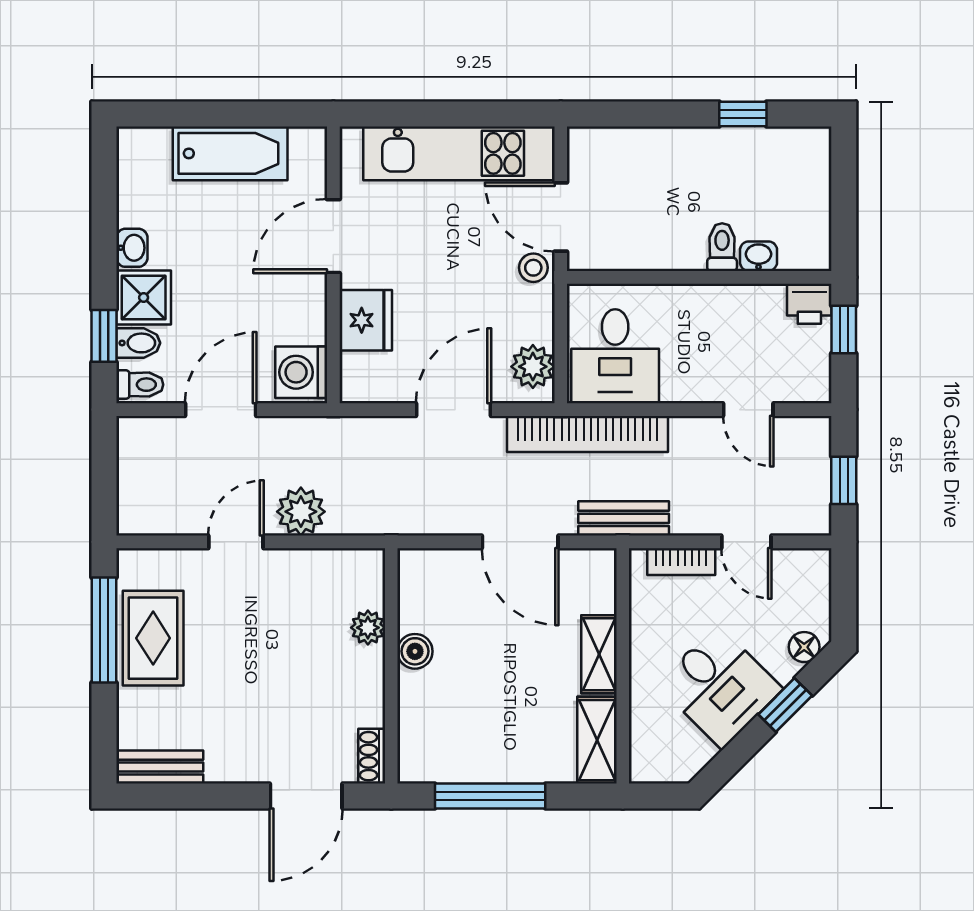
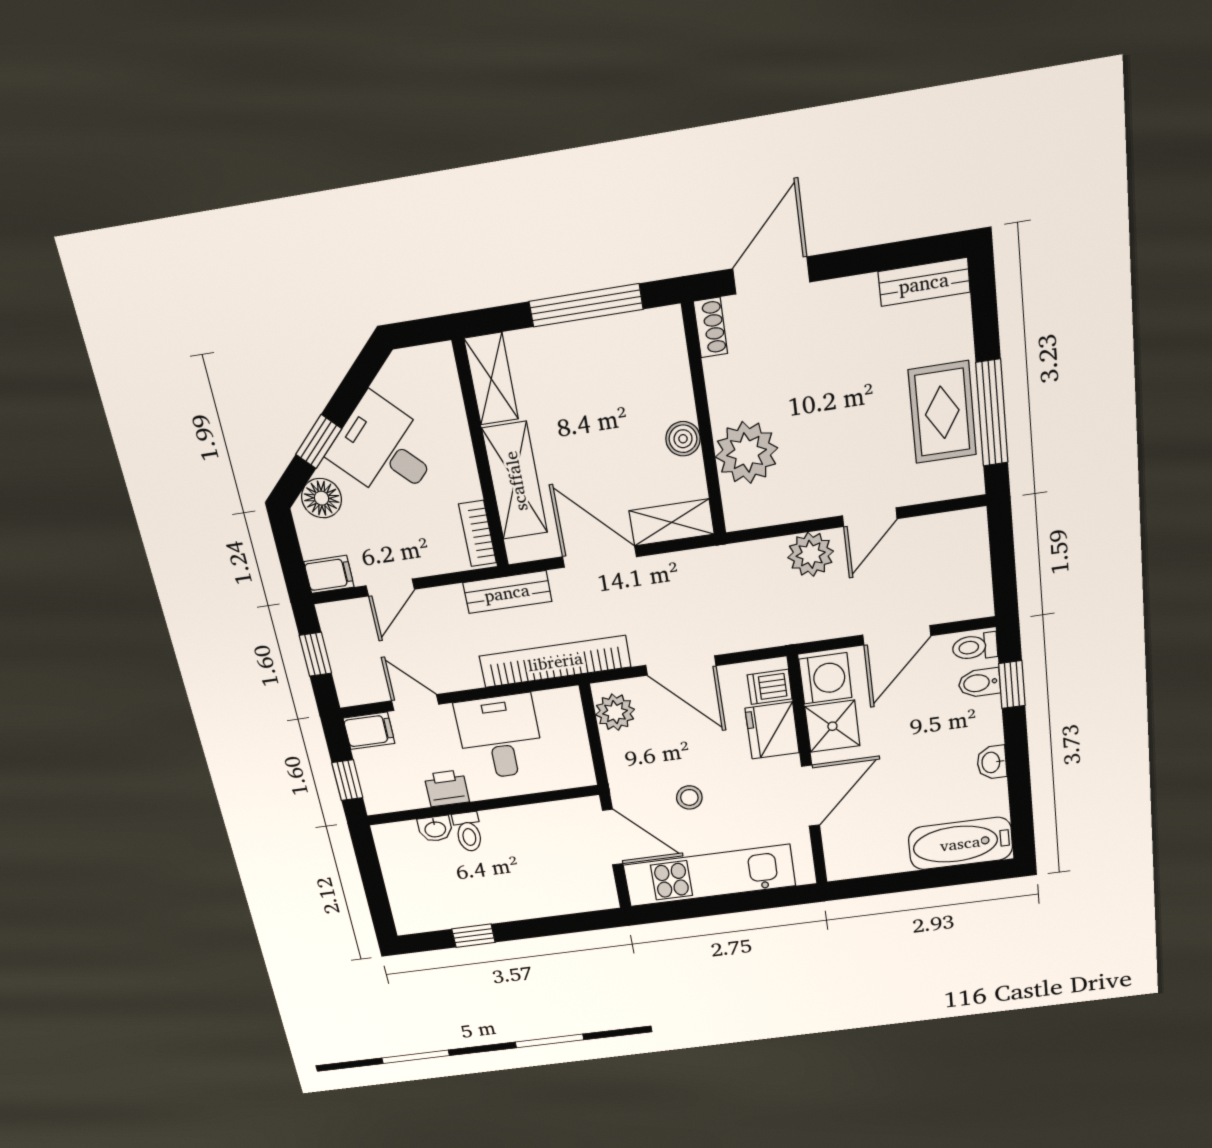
bathtub: (230, 153) -> (960, 843), moved
stool: (533, 268) -> (689, 797), moved
shower: (144, 298) -> (832, 726), moved
printer: (809, 304) -> (447, 788), moved
desk: (615, 356) -> (500, 737), moved
dishwasher: (362, 371) -> (770, 687), added
filing cabinet: (806, 384) -> (369, 731), added
door: (453, 410) -> (681, 665), hinge flipped
door: (746, 542) -> (390, 587), swing flipped
bookcase: (681, 562) -> (477, 533), moved, turned -90
filing cabinet: (808, 566) -> (329, 574), added
shelving: (440, 567) -> (672, 522), added
plant: (368, 628) -> (747, 453), width x1.87, depth x1.87
floor lamp: (804, 647) -> (322, 498), width x1.37, depth x1.37
shelving: (599, 654) -> (515, 481), width x1.50, depth x1.33

